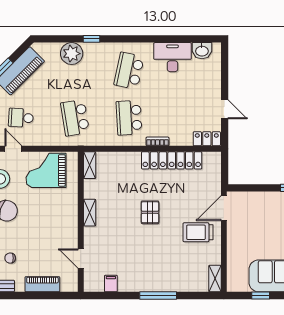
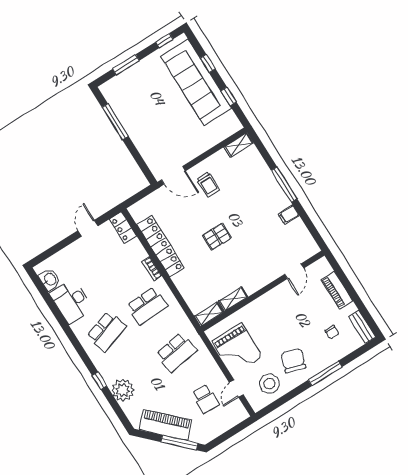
school desk: (129, 71) -> (107, 331), turned -30
shelving: (90, 213) -> (233, 299), moved
trolley: (198, 232) -> (208, 184), width x0.73, depth x0.72
filing cabinet: (111, 284) -> (289, 215), moved

